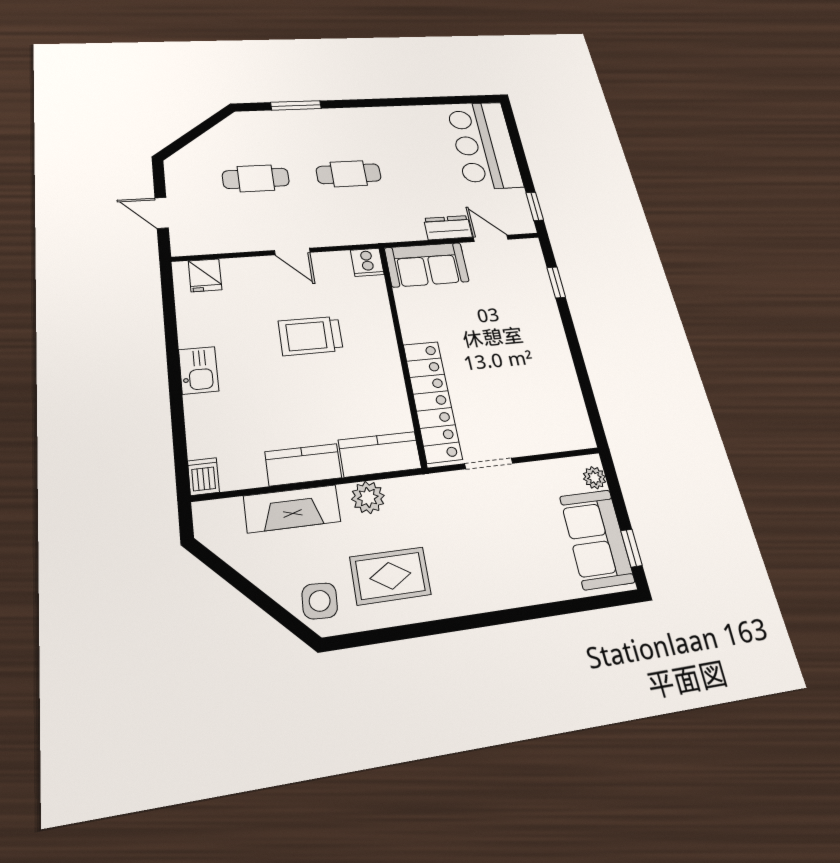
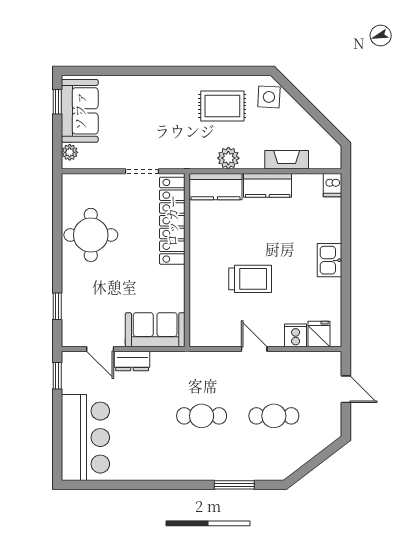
cooker: (367, 262) -> (296, 335), moved
round table: (537, 371) -> (91, 235), added
fireplace: (292, 509) -> (287, 160), width x0.73, depth x0.76

